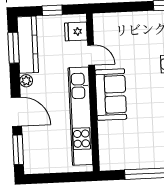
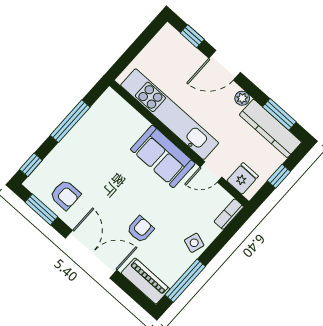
bookcase: (106, 18) -> (229, 214), added
side table: (145, 22) -> (194, 243), added
window: (18, 150) -> (192, 36), width x0.67

